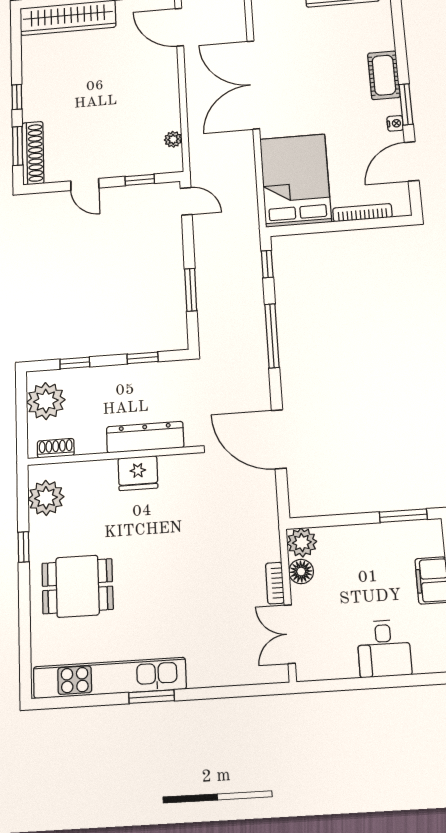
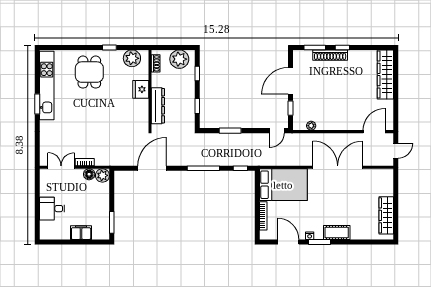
shoe rack: (33, 153) -> (330, 55), moved
door: (85, 184) -> (290, 81), width x1.87
fridge: (138, 473) -> (141, 89), moved

